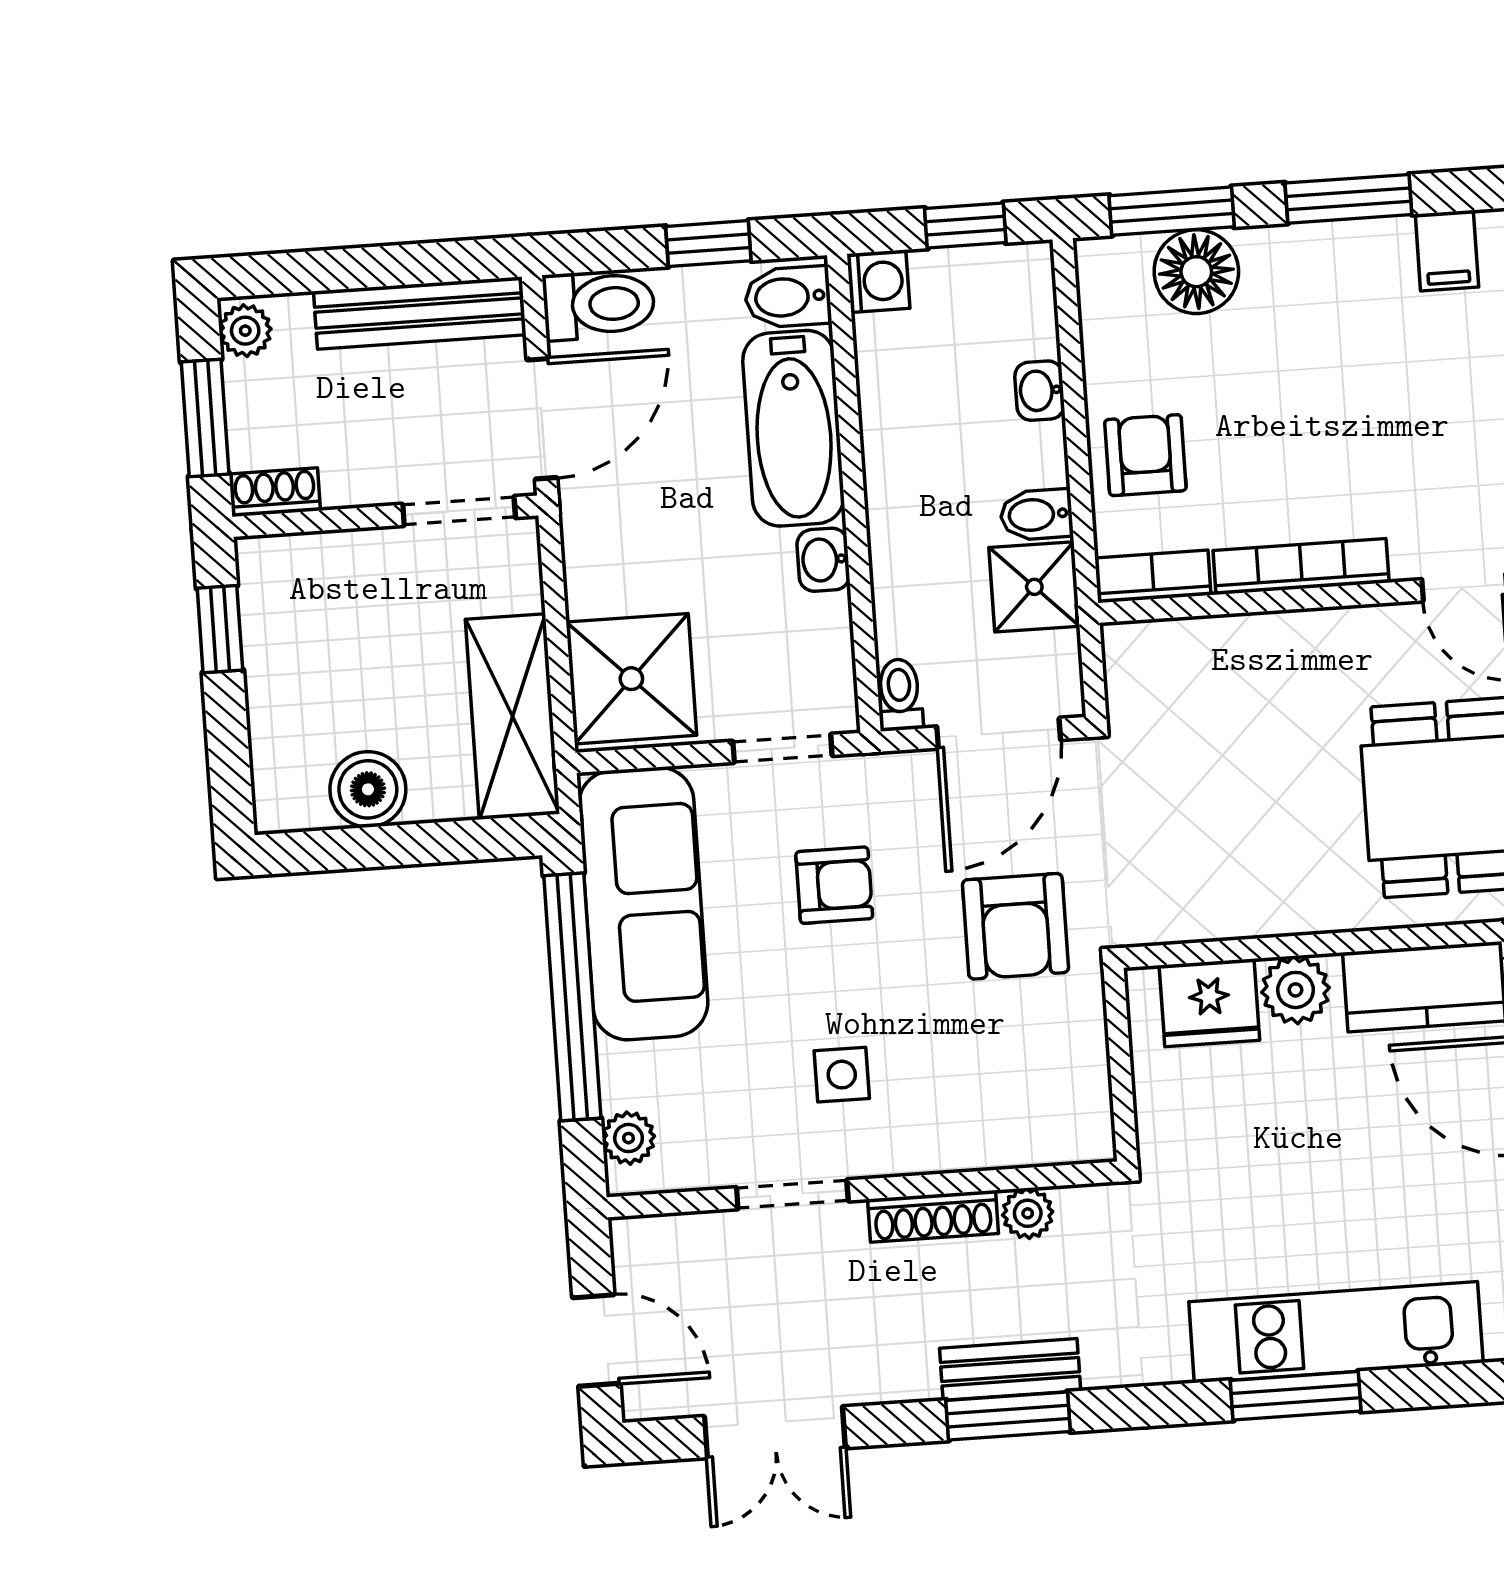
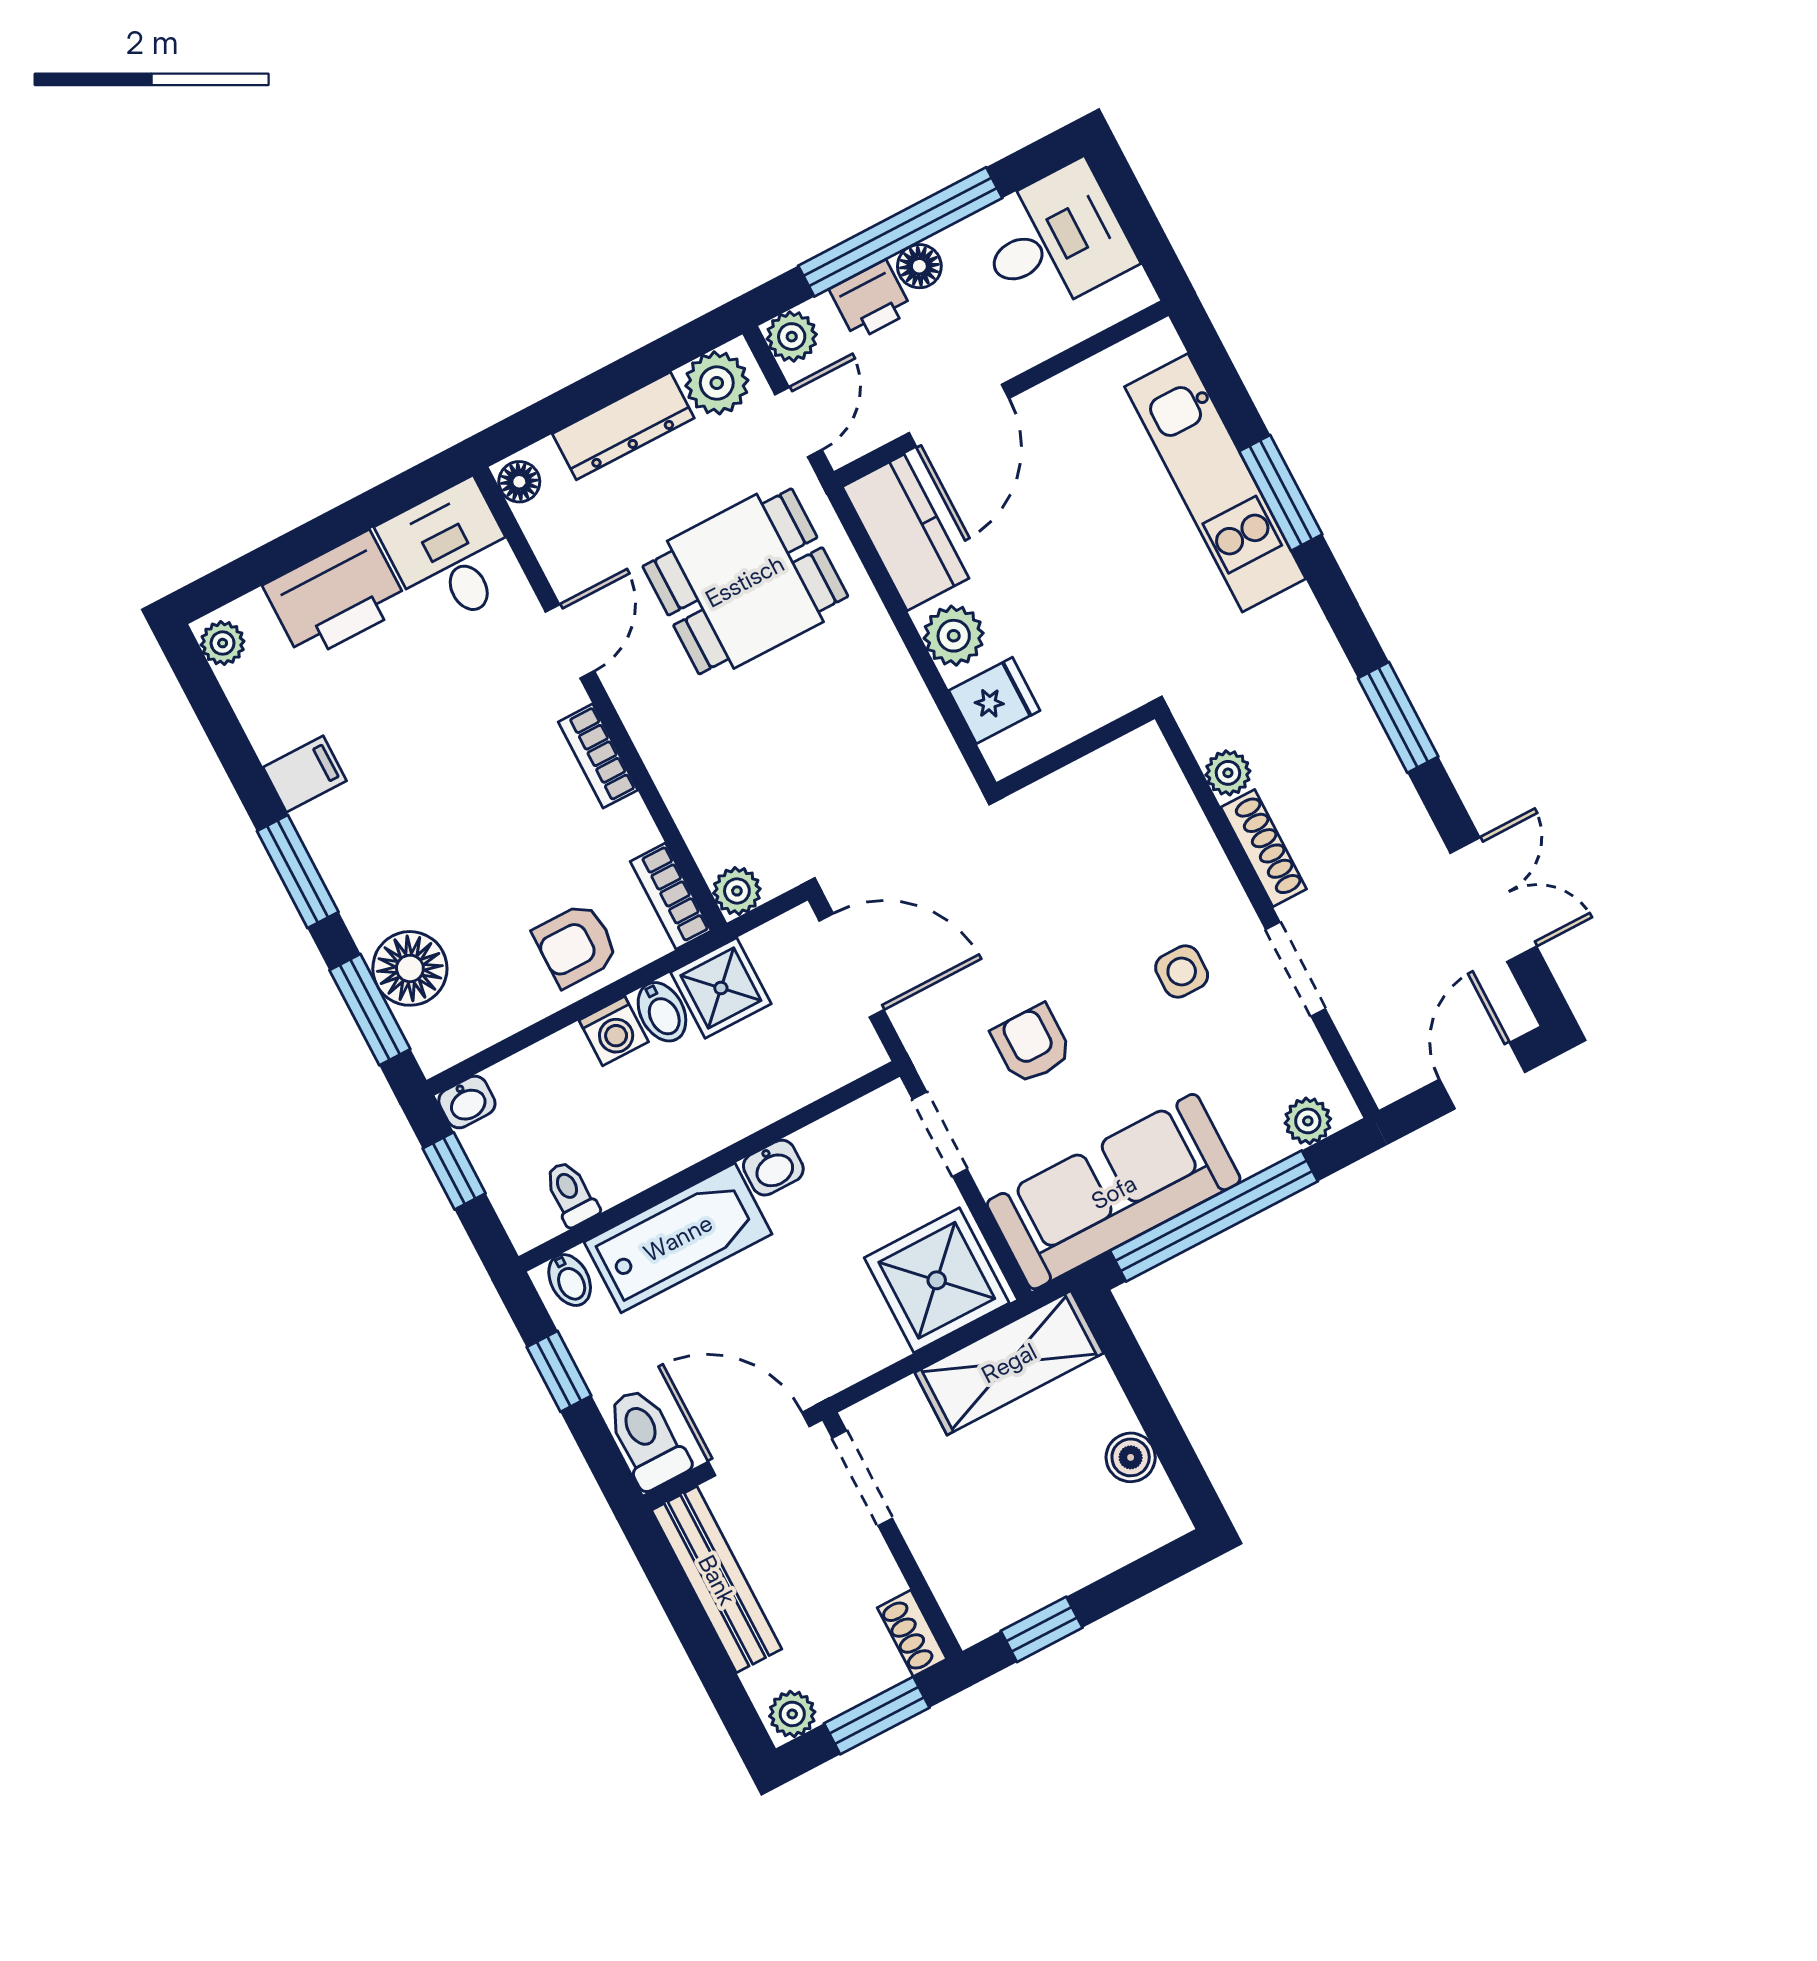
washing machine: (878, 281) -> (614, 1031), moved, turned 180
bidet: (788, 297) -> (570, 1280), width x0.72, depth x0.74
washbasin: (1040, 391) -> (467, 1102), moved
bookcase: (1301, 567) -> (598, 756), width x0.64
plant: (1128, 648) -> (737, 891), added
toilet: (900, 695) -> (571, 1194), moved, turned 90
boiler: (368, 789) -> (1131, 1457), width x0.73, depth x0.73
armchair: (1015, 926) -> (1001, 884), removed
fridge: (1209, 1003) -> (994, 701), width x0.72
bench: (1010, 1369) -> (1360, 732), removed

